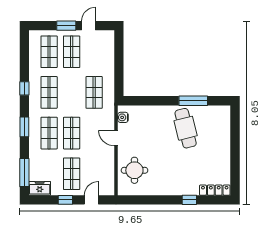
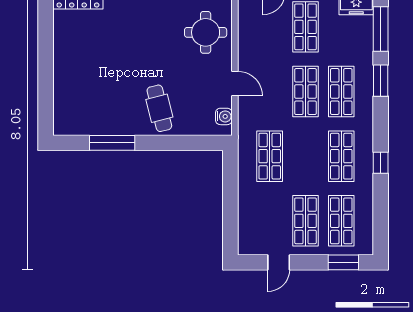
window: (66, 26) -> (343, 262), moved
window: (24, 127) -> (381, 81), moved
cafe table: (186, 128) -> (159, 108), moved, width x0.73, depth x0.74

